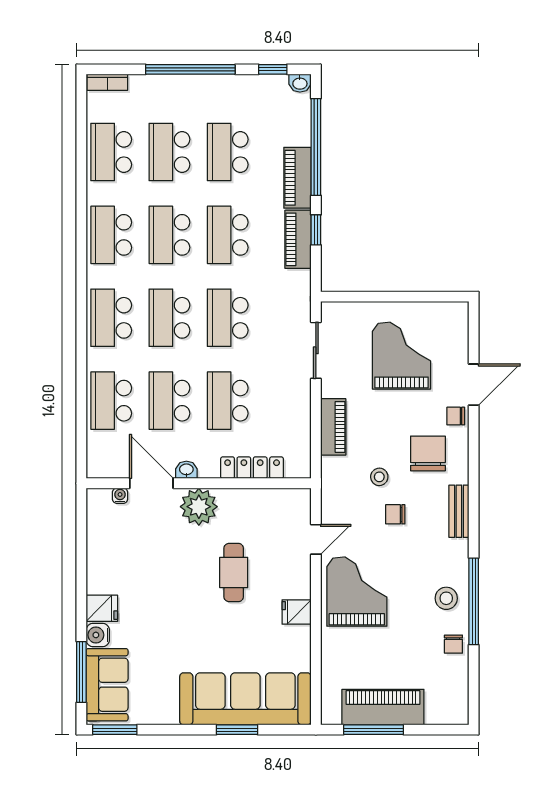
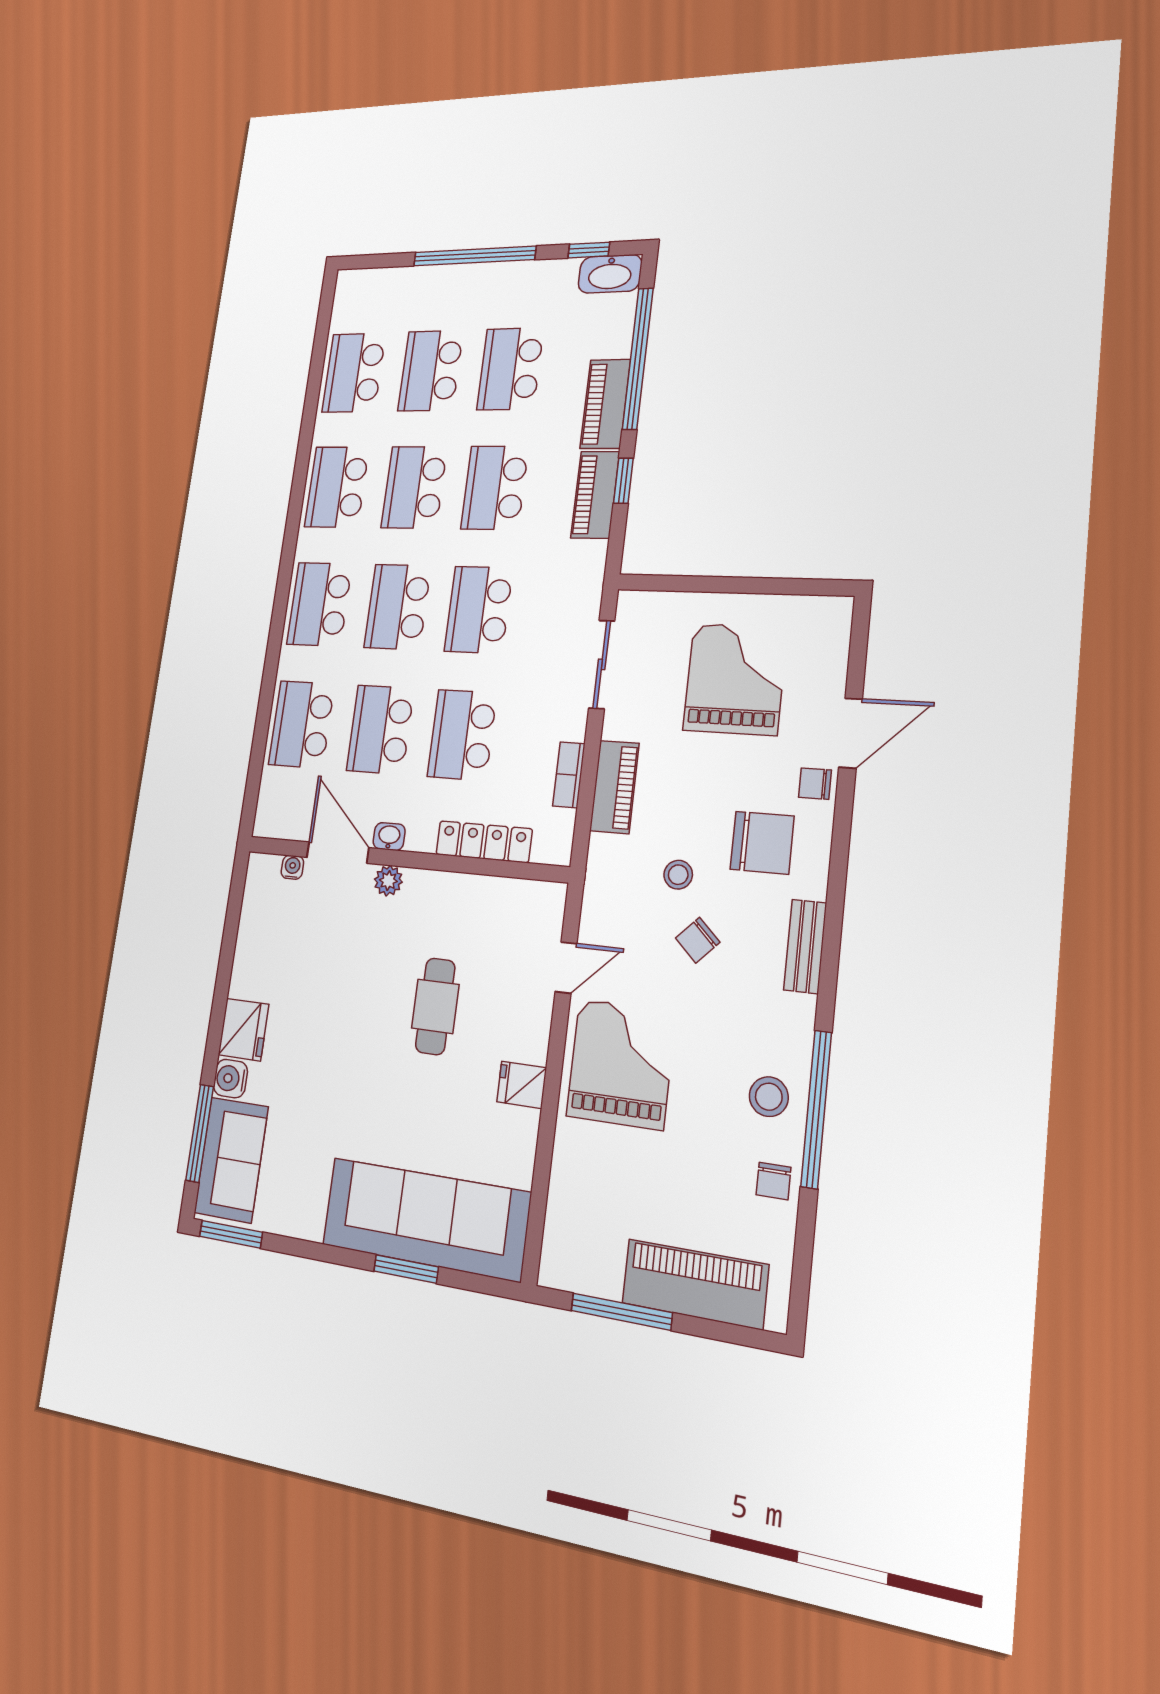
bookcase: (107, 82) -> (569, 775), moved, turned 90
washbasin: (300, 83) -> (610, 274), width x1.91, depth x1.45
chair: (428, 453) -> (762, 843), turned 90
plant: (199, 507) -> (388, 881), width x0.53, depth x0.53
chair: (395, 514) -> (698, 940), turned -46
fridge: (102, 608) -> (243, 1030), width x1.38
piano: (383, 707) -> (695, 1284), moved

